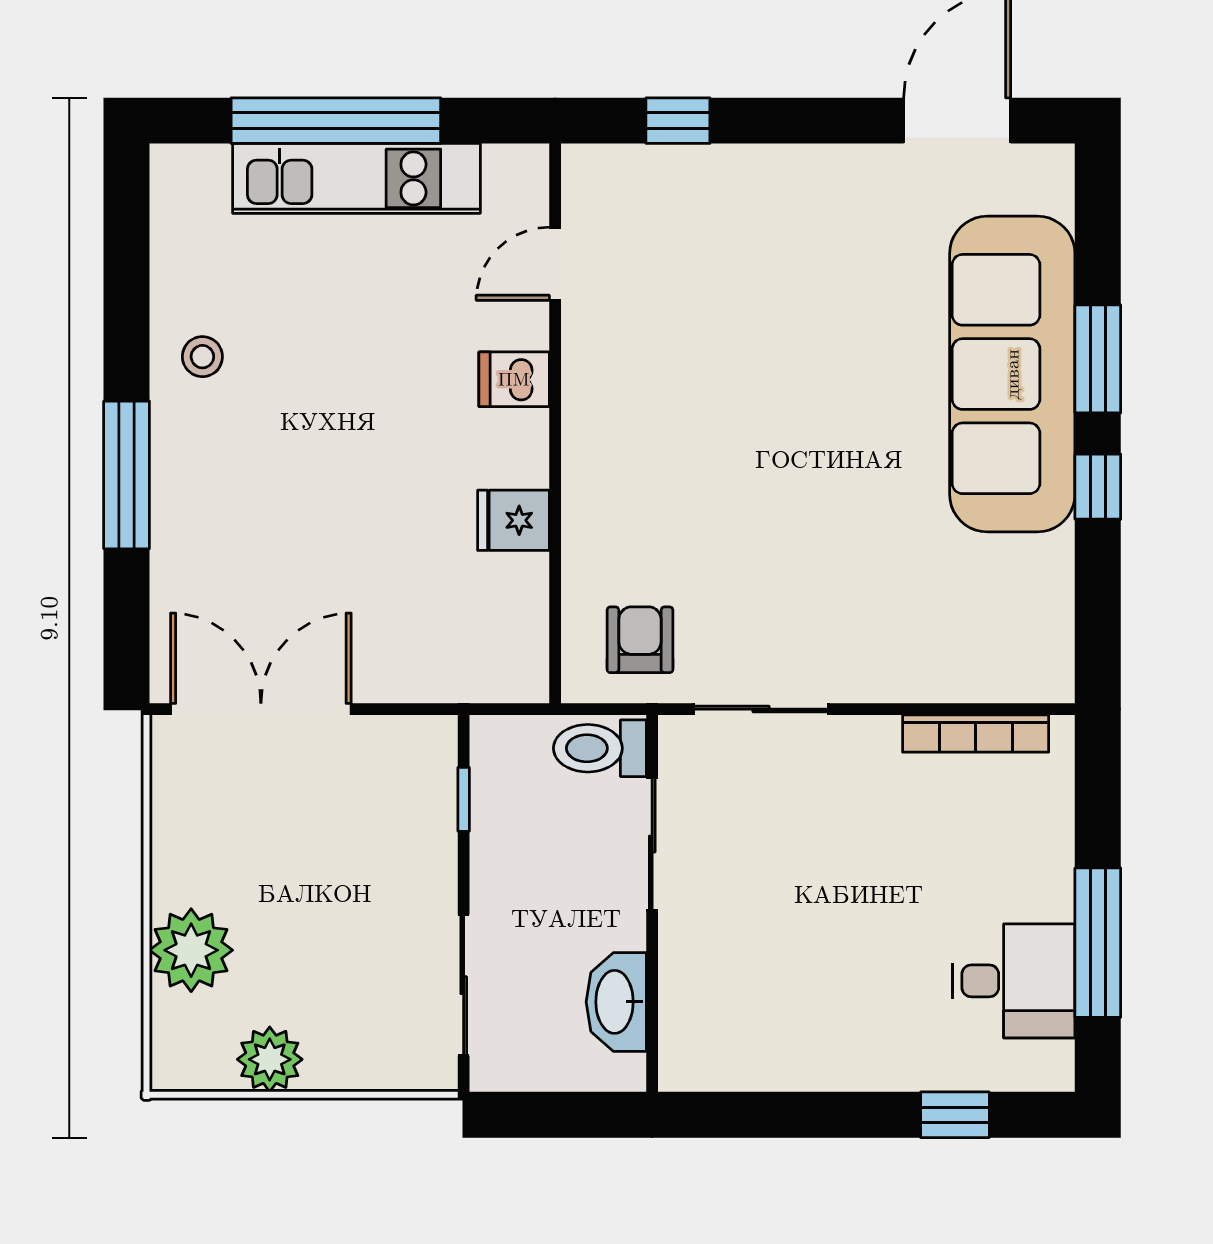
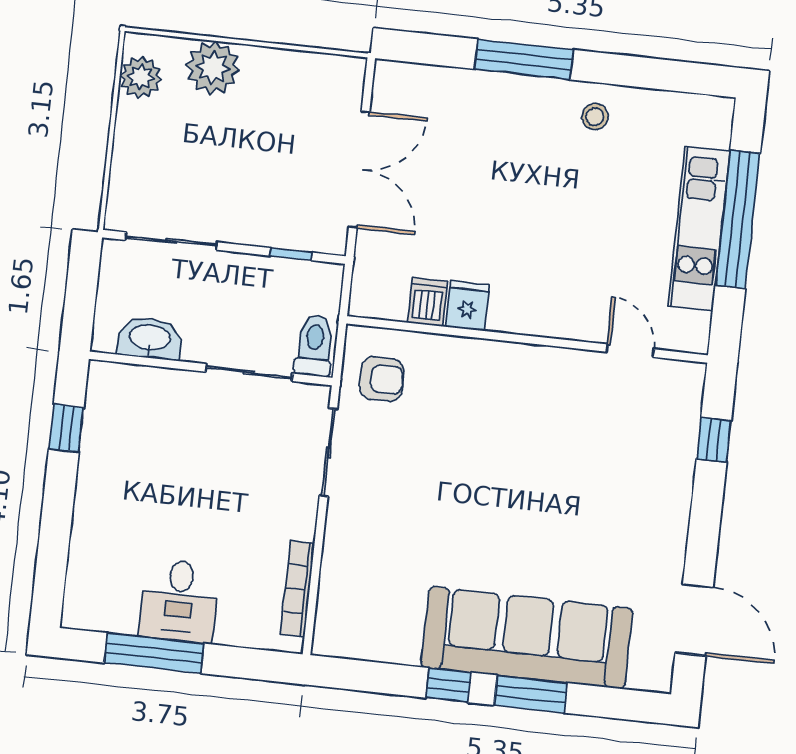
dishwasher: (514, 379) -> (427, 302), moved
double door: (261, 709) -> (359, 169), moved
desk: (1014, 981) -> (179, 601), moved
plant: (270, 1059) -> (141, 77), moved
window: (955, 1115) -> (66, 428), moved

